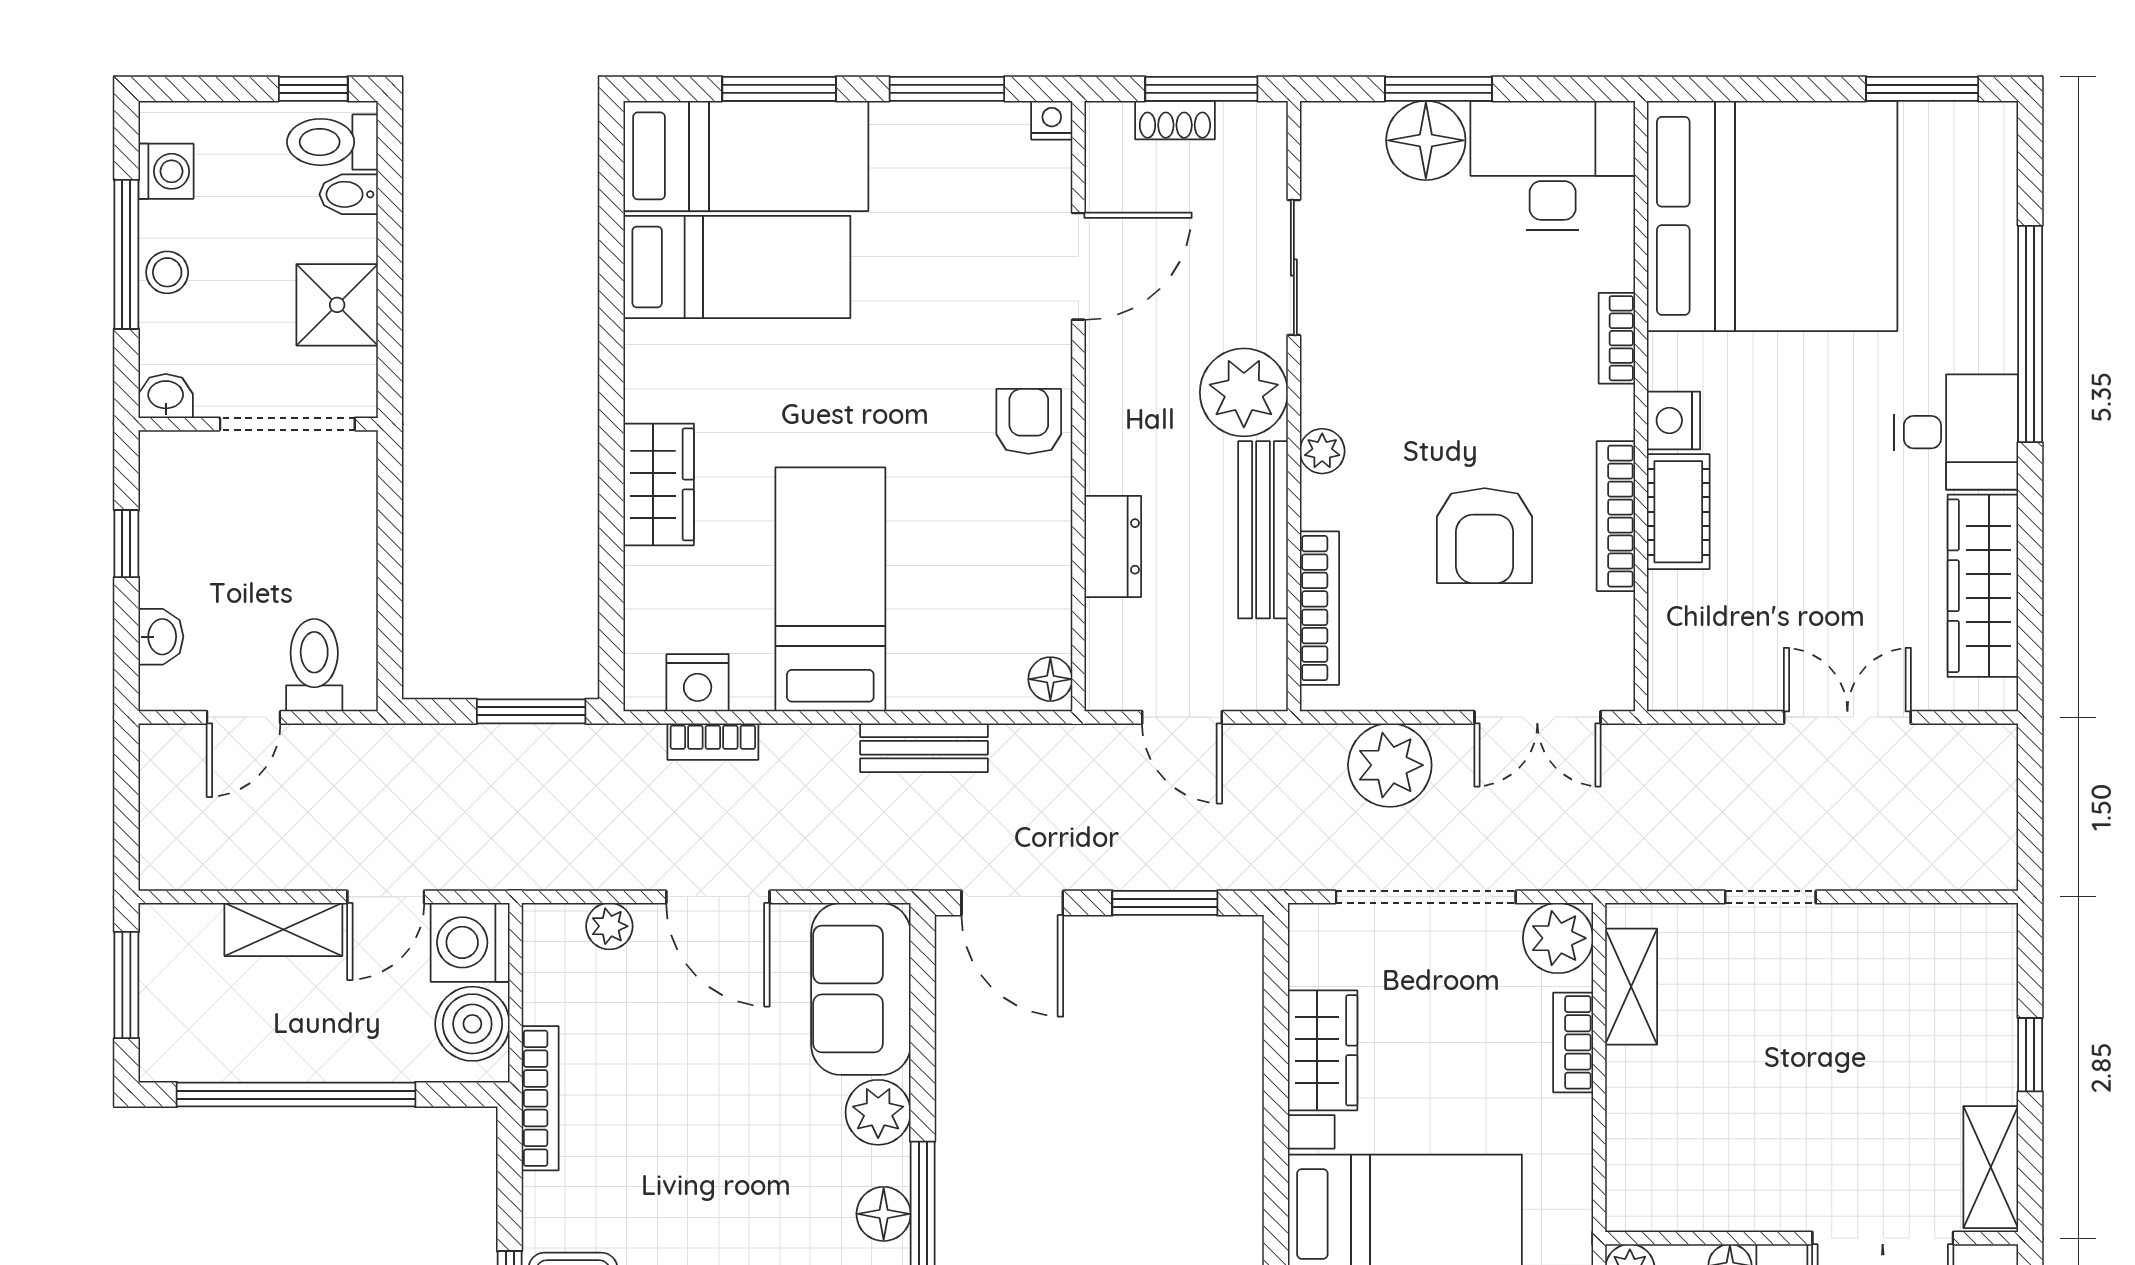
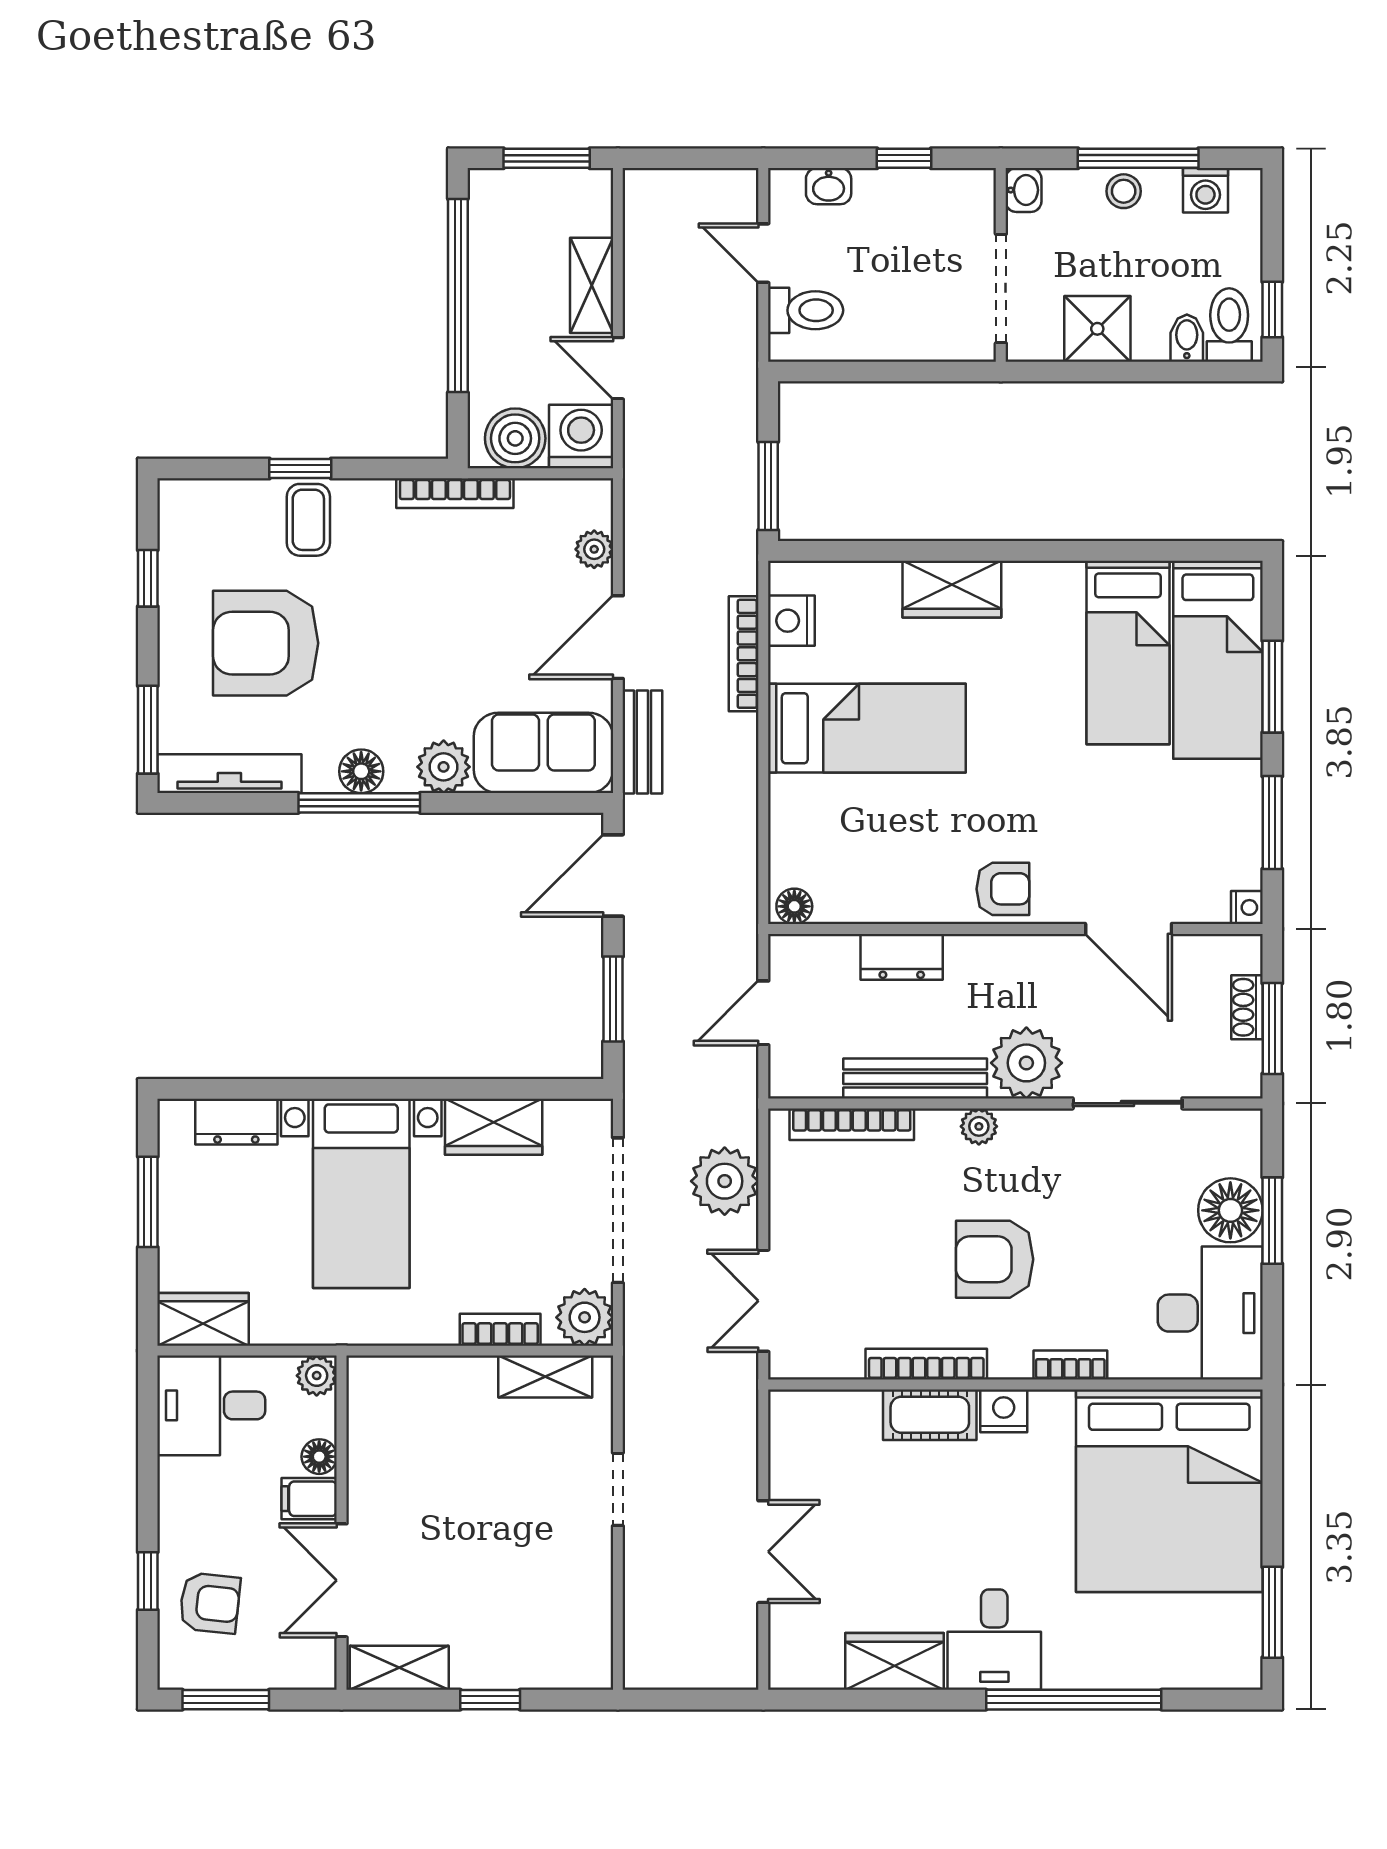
armchair: (1485, 536) -> (995, 1259), moved
wardrobe: (1983, 586) -> (895, 1661), width x0.67
bookcase: (713, 742) -> (744, 654), width x1.56
bench: (924, 748) -> (642, 742), moved

